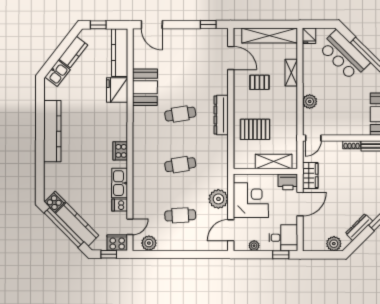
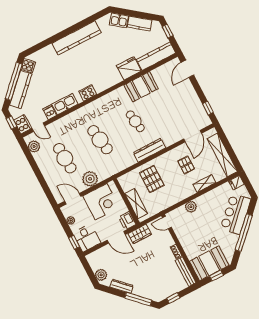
cafe table: (180, 165) -> (100, 140), width x1.37, depth x1.35
cafe table: (180, 215) -> (65, 158), width x1.37, depth x1.35

